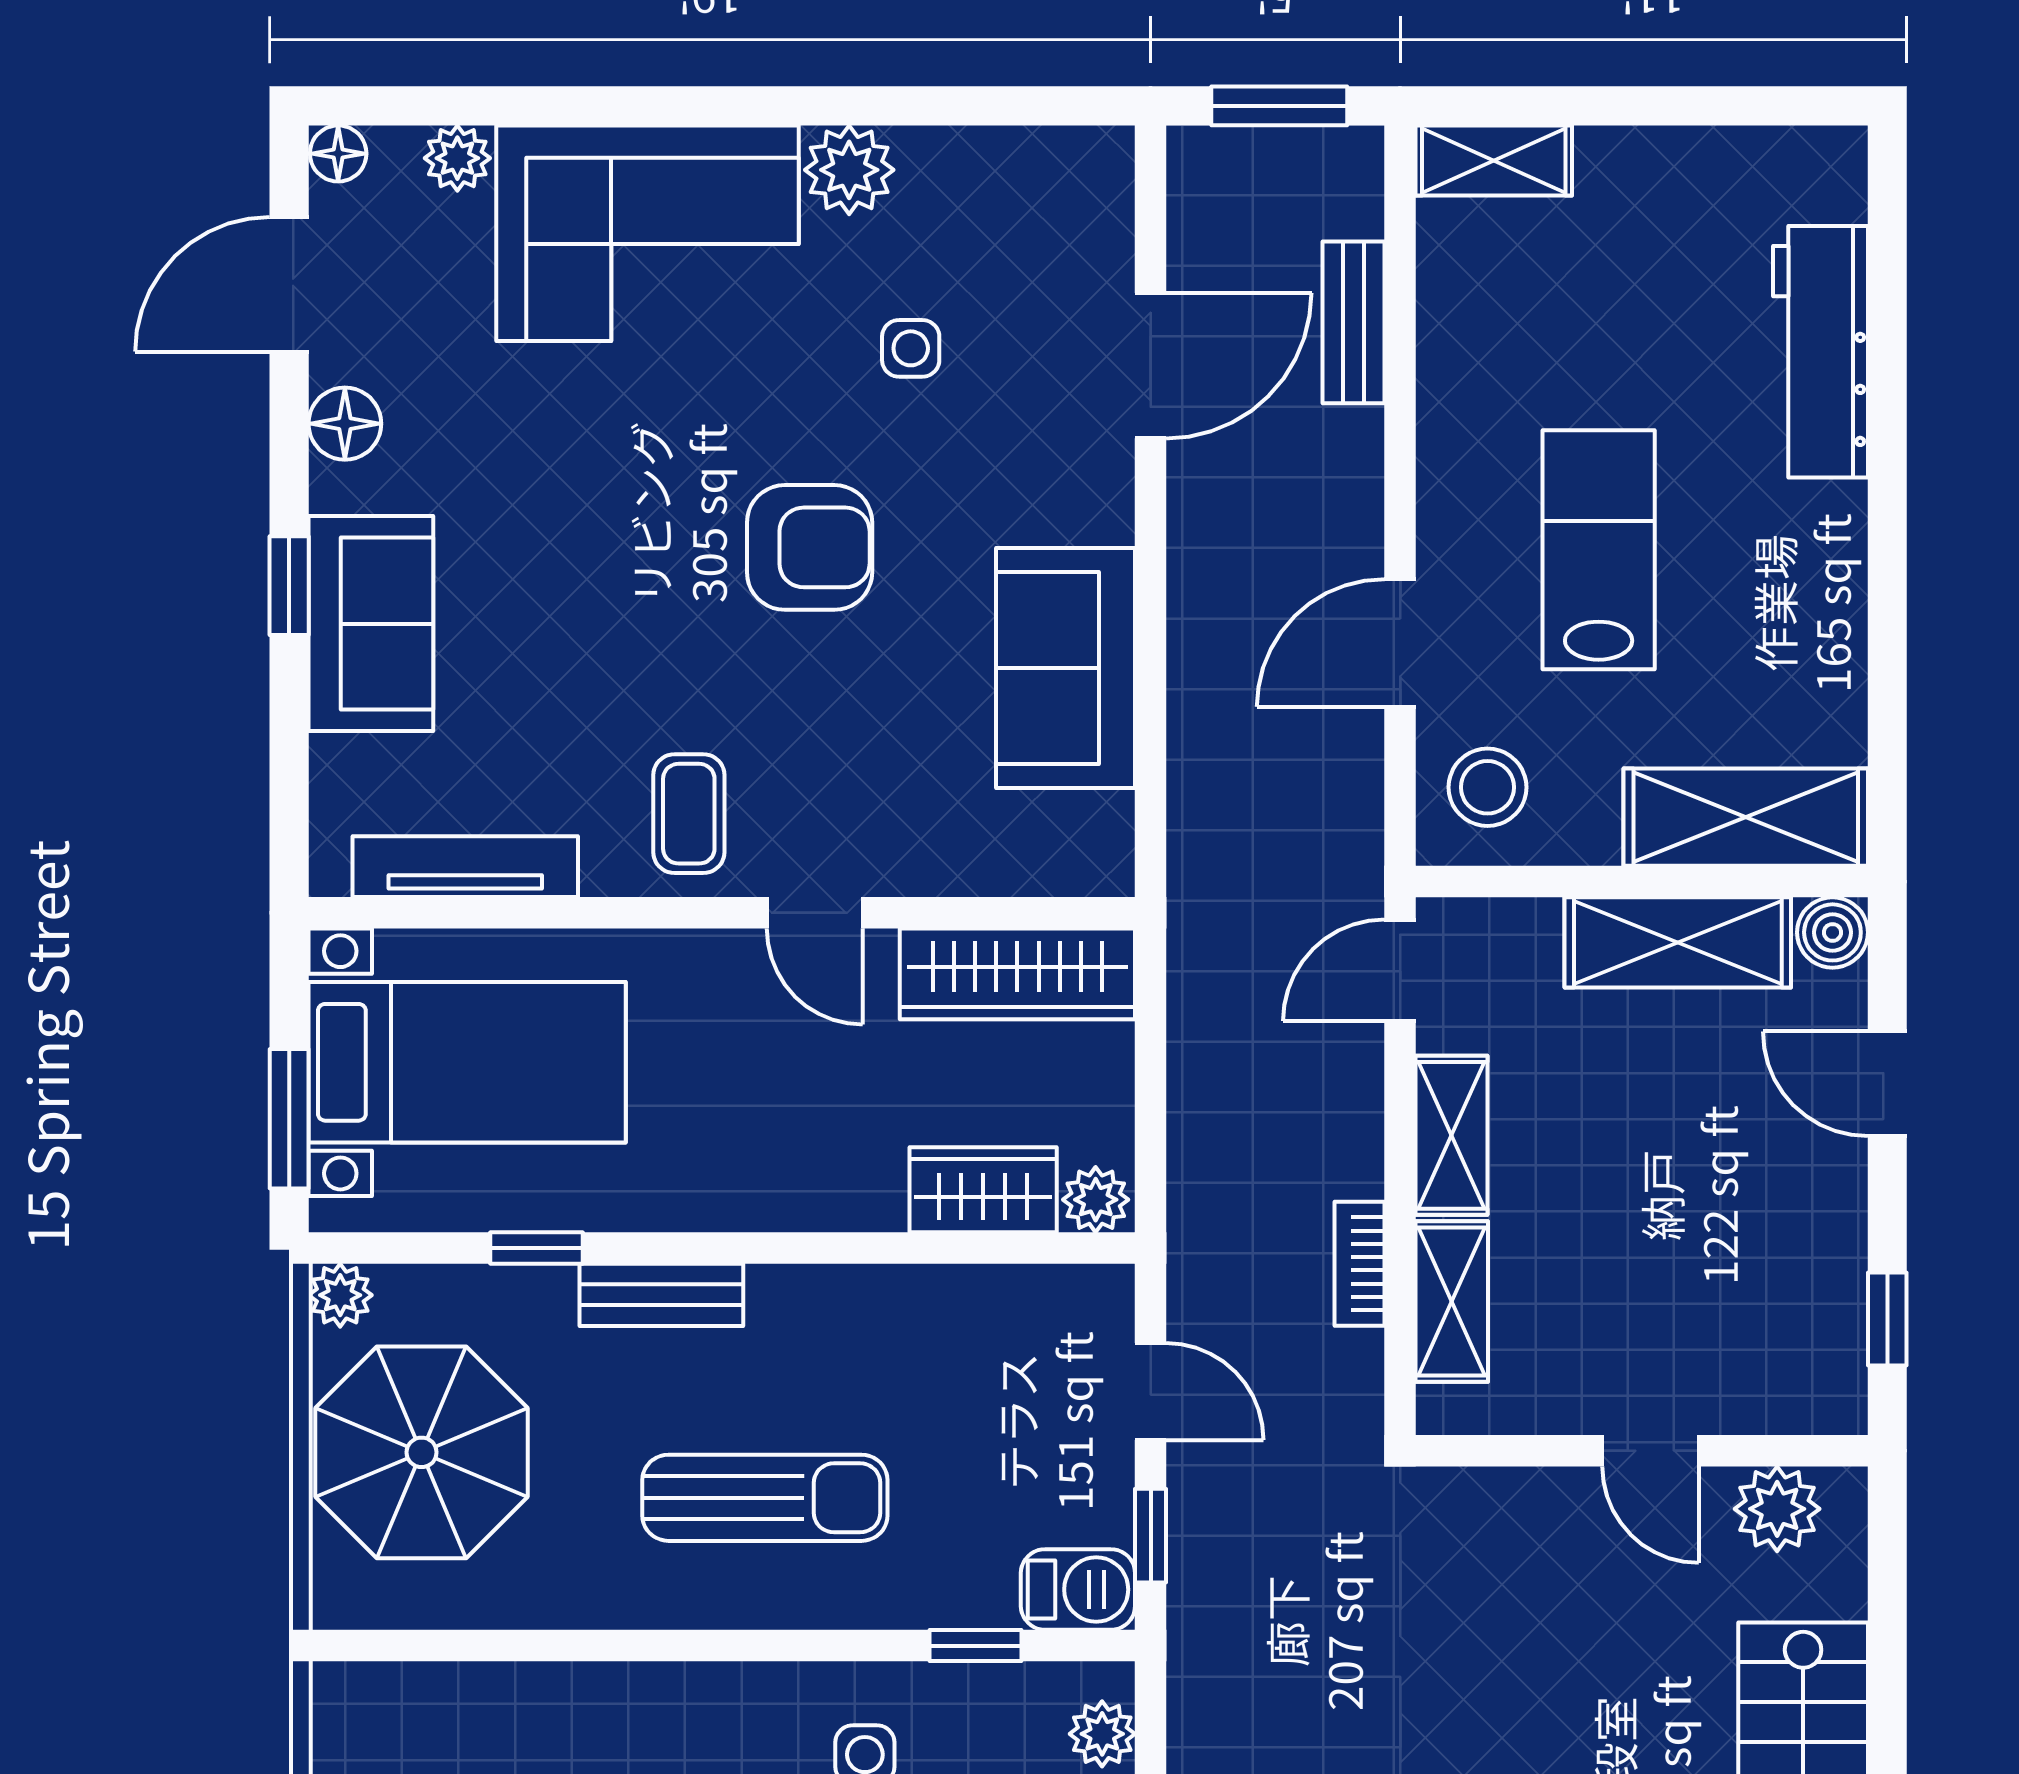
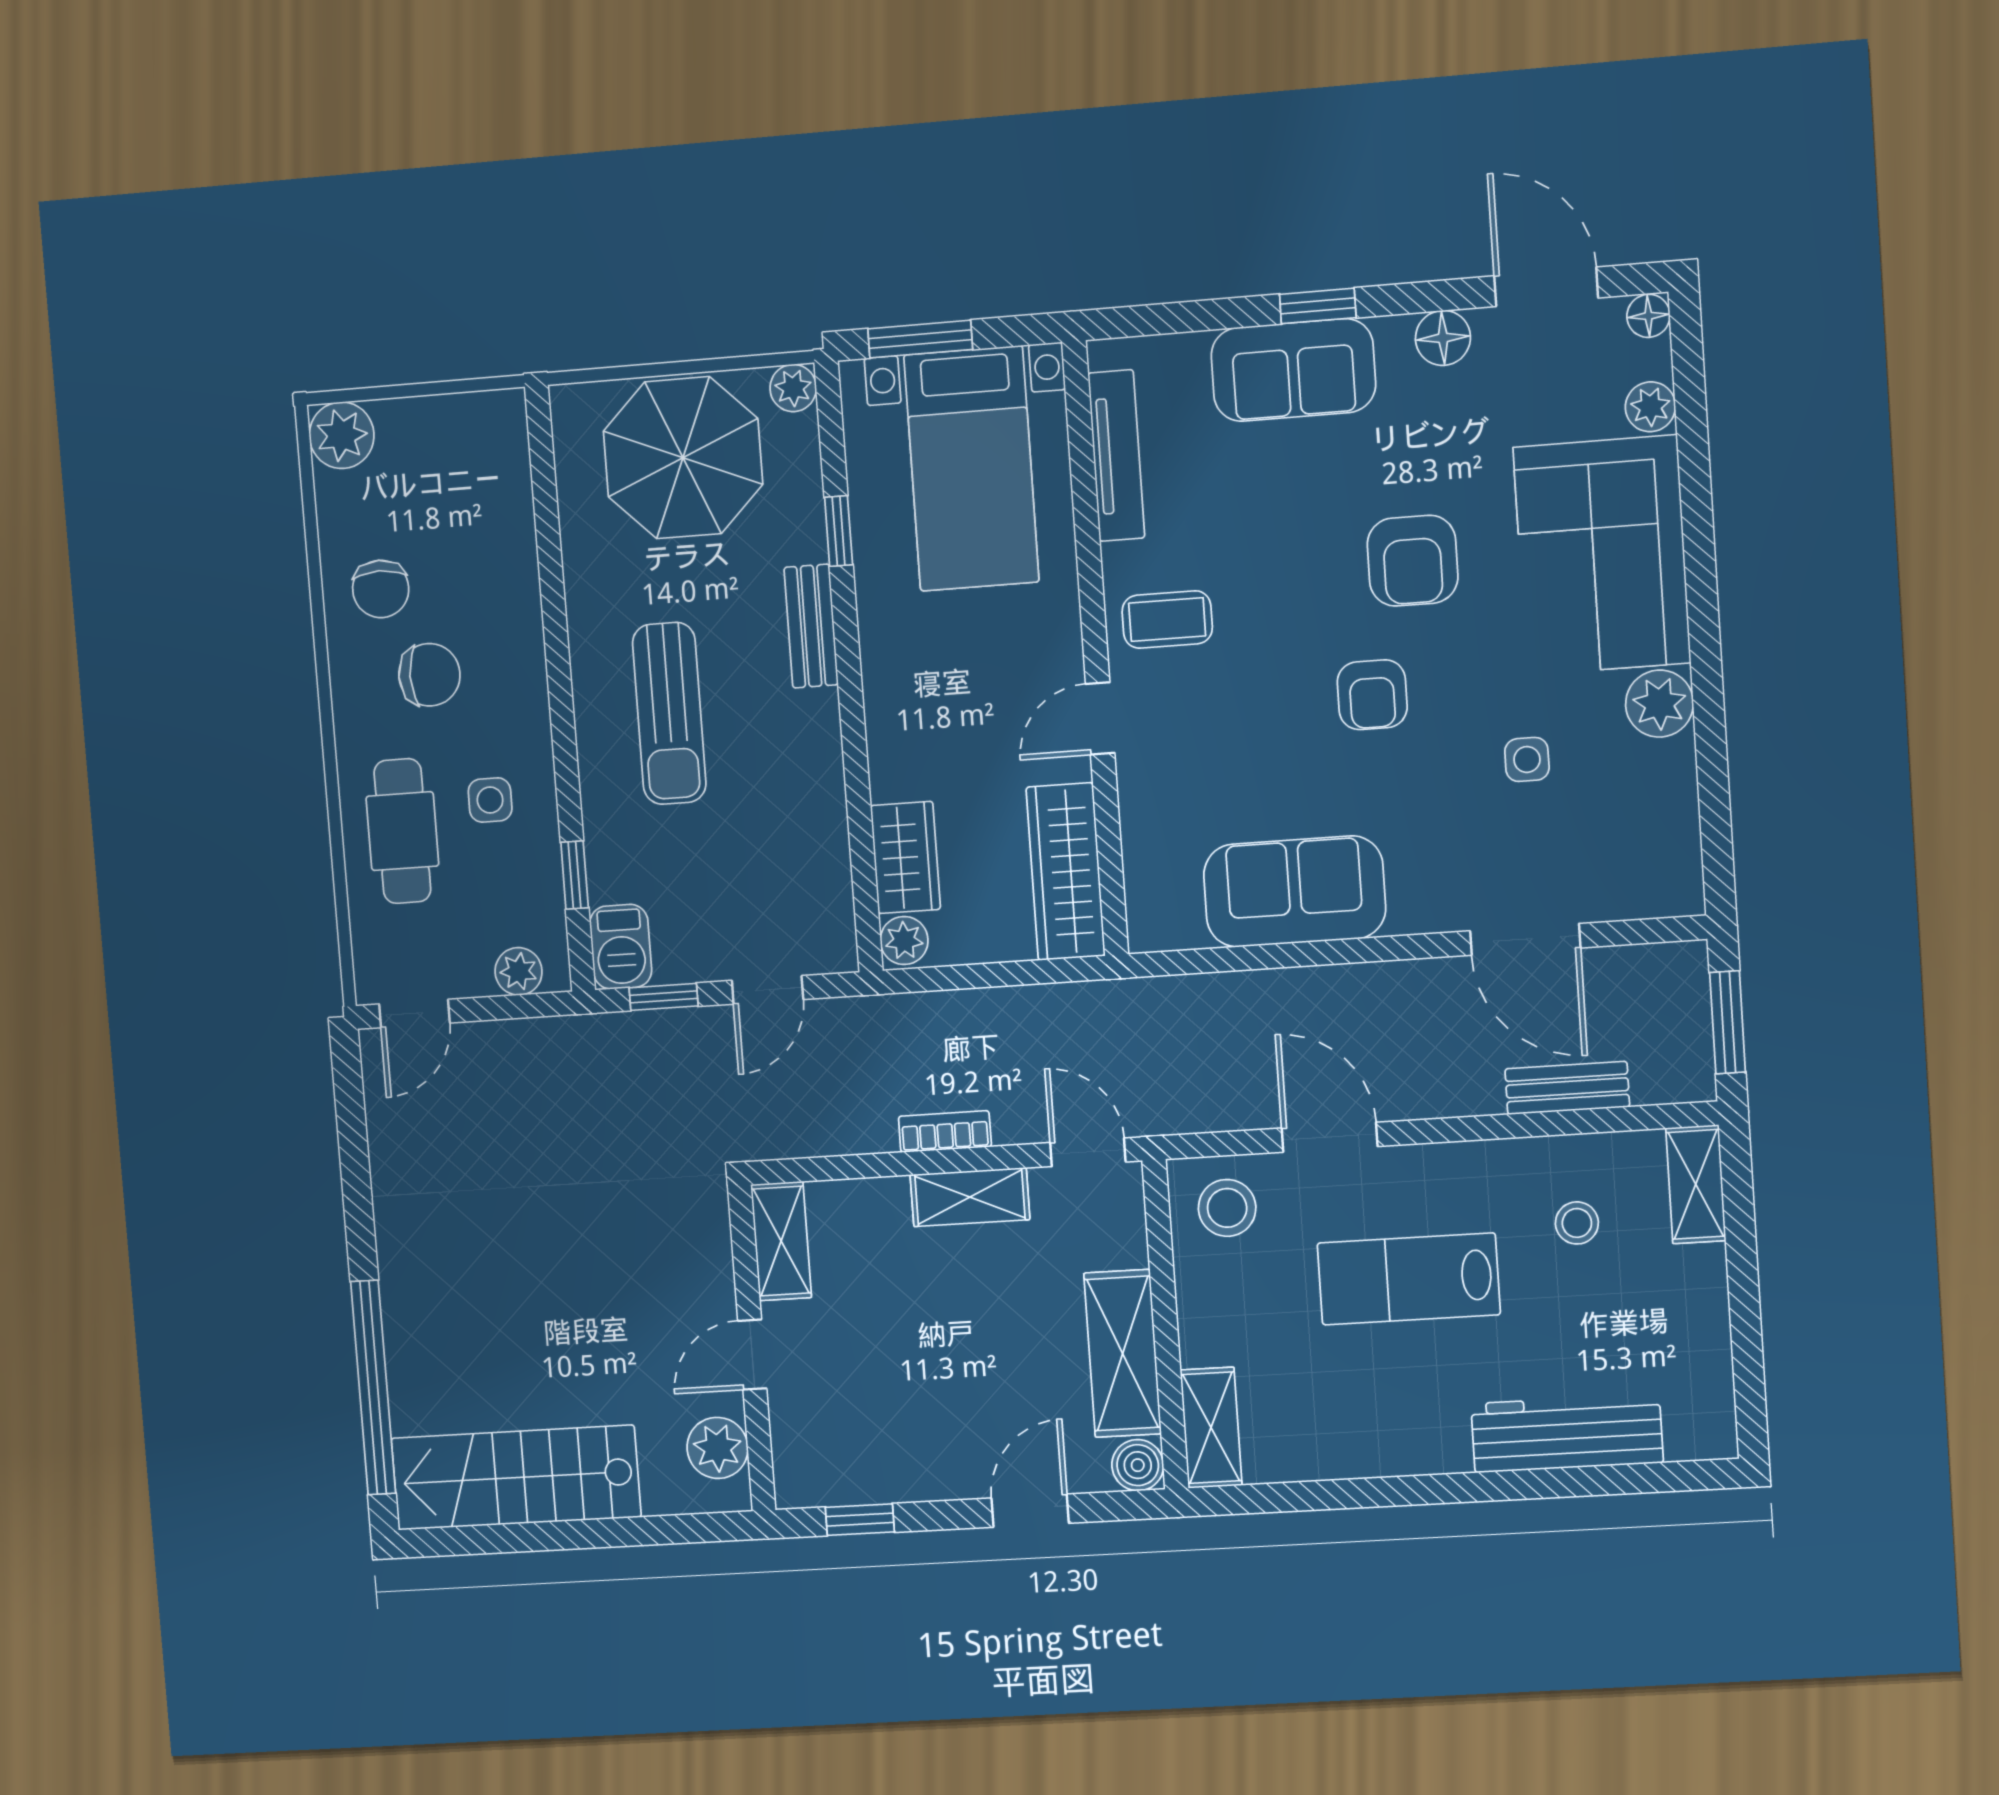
stool: (1536, 321) -> (1577, 1223), added
armchair: (635, 482) -> (1413, 561), added
armchair: (810, 547) -> (1372, 695), width x0.72, depth x0.72
lab bench: (1599, 550) -> (1409, 1279), turned 180
shelving: (1746, 817) -> (1211, 1428), width x0.67, depth x0.75
bookcase: (1360, 1264) -> (945, 1132), moved
shelving: (1452, 1301) -> (781, 1241), moved, turned 90

